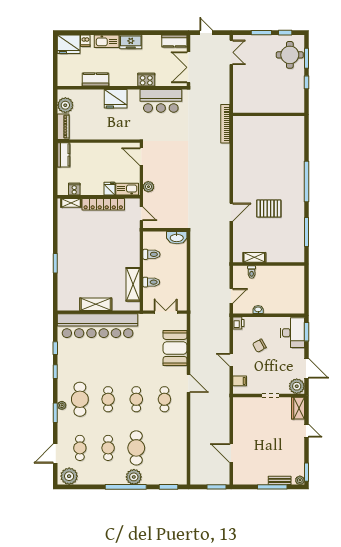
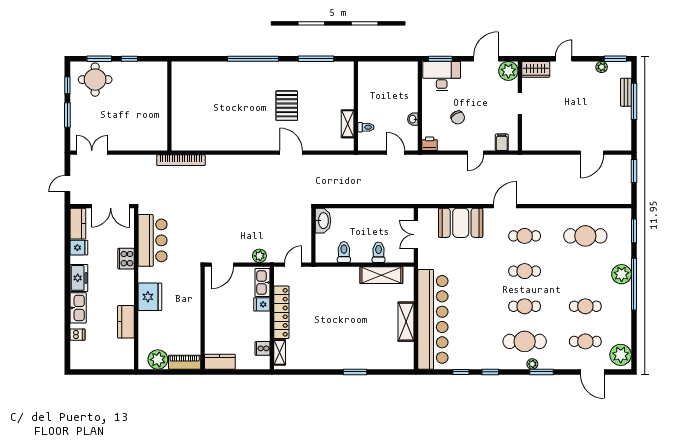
fridge: (69, 44) -> (79, 248), moved, width x0.53, depth x0.75
cafe table: (136, 448) -> (585, 236), moved
plant: (300, 480) -> (602, 67), moved

